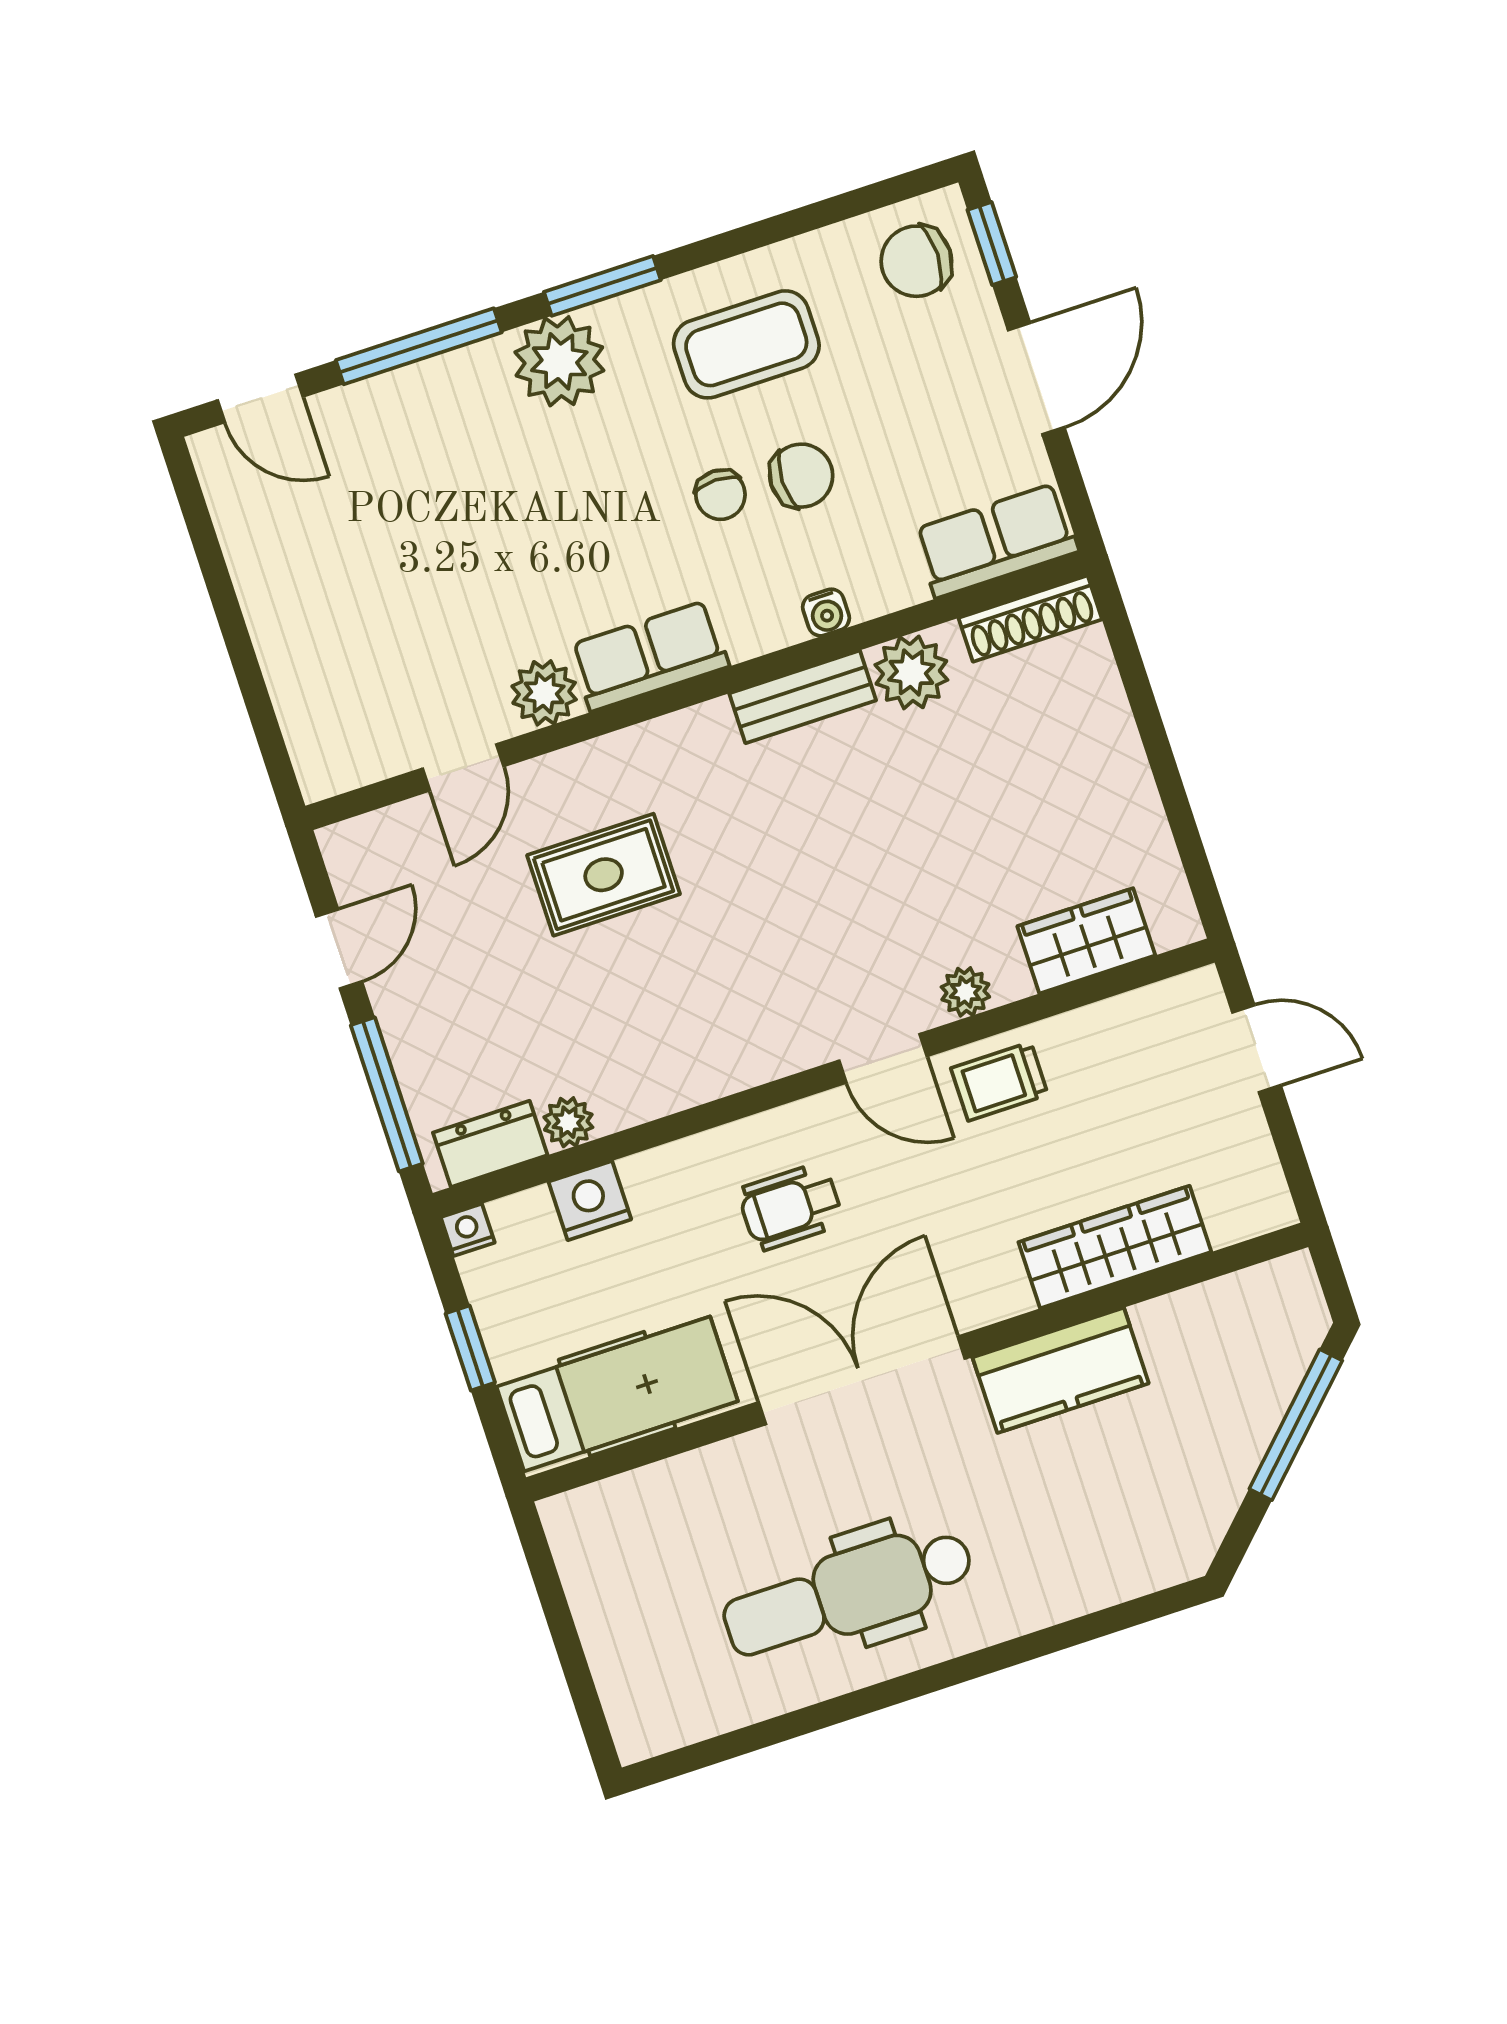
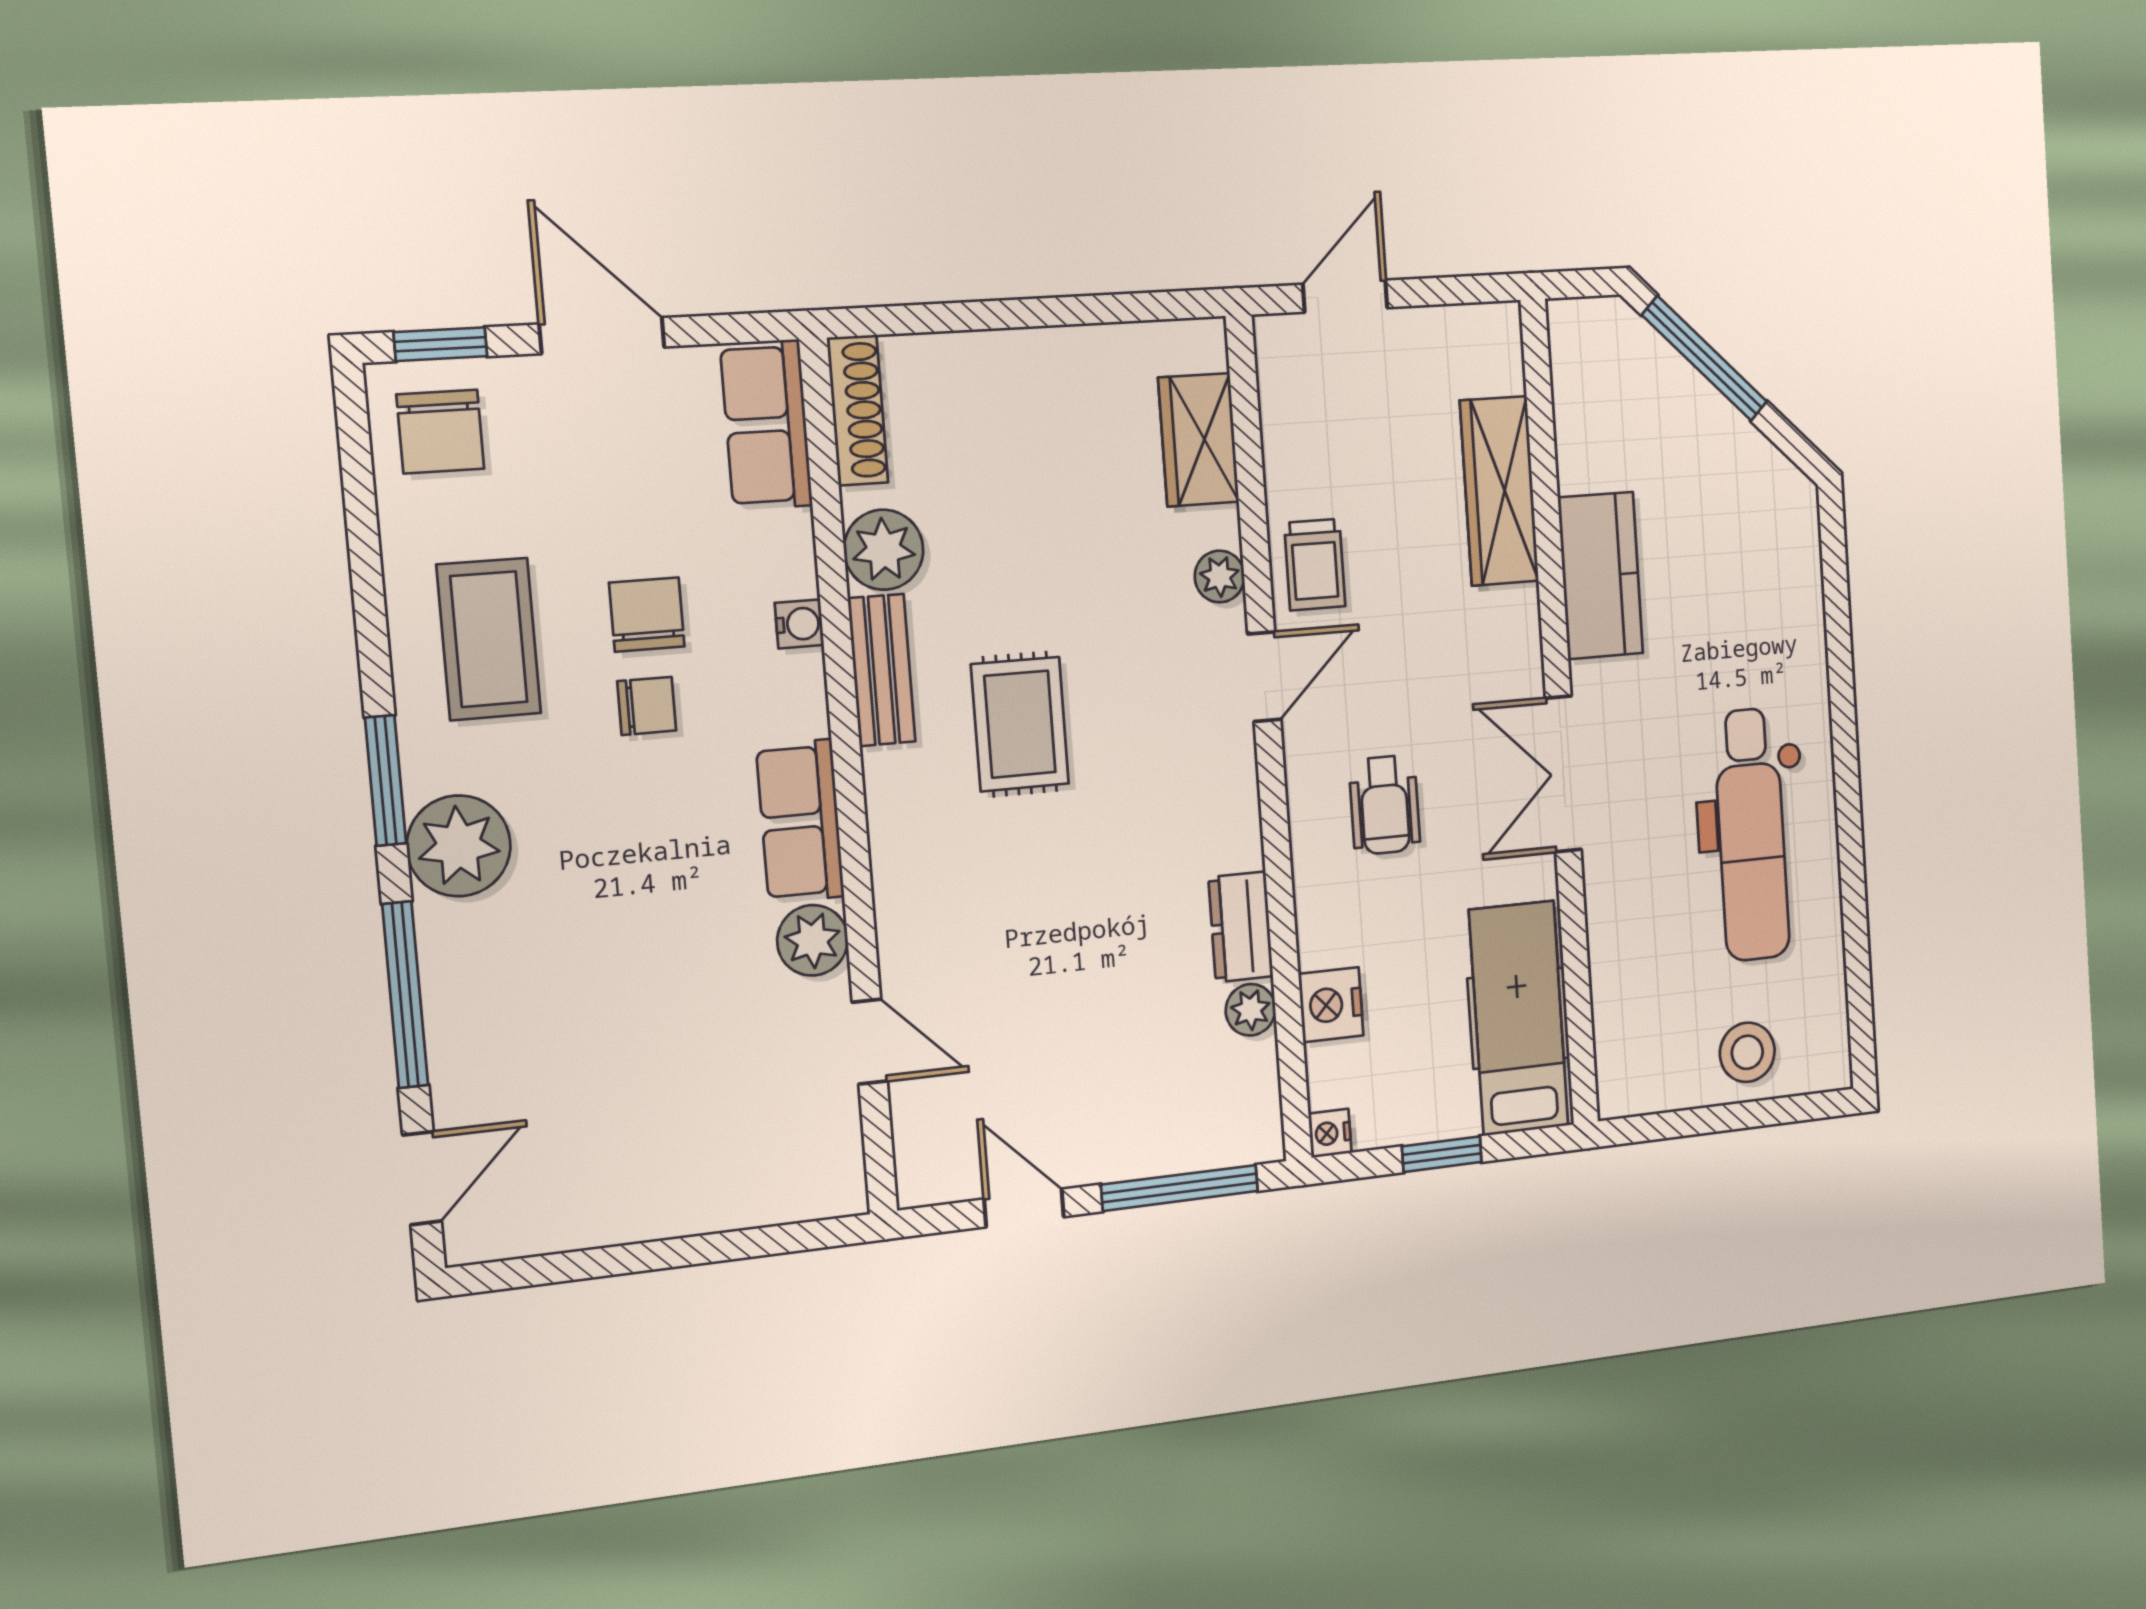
rug: (604, 875) -> (1020, 724), moved
dresser: (490, 1144) -> (1241, 927), moved
double door: (862, 1380) -> (1563, 774), width x0.73
stool: (634, 1643) -> (1747, 1052), added

